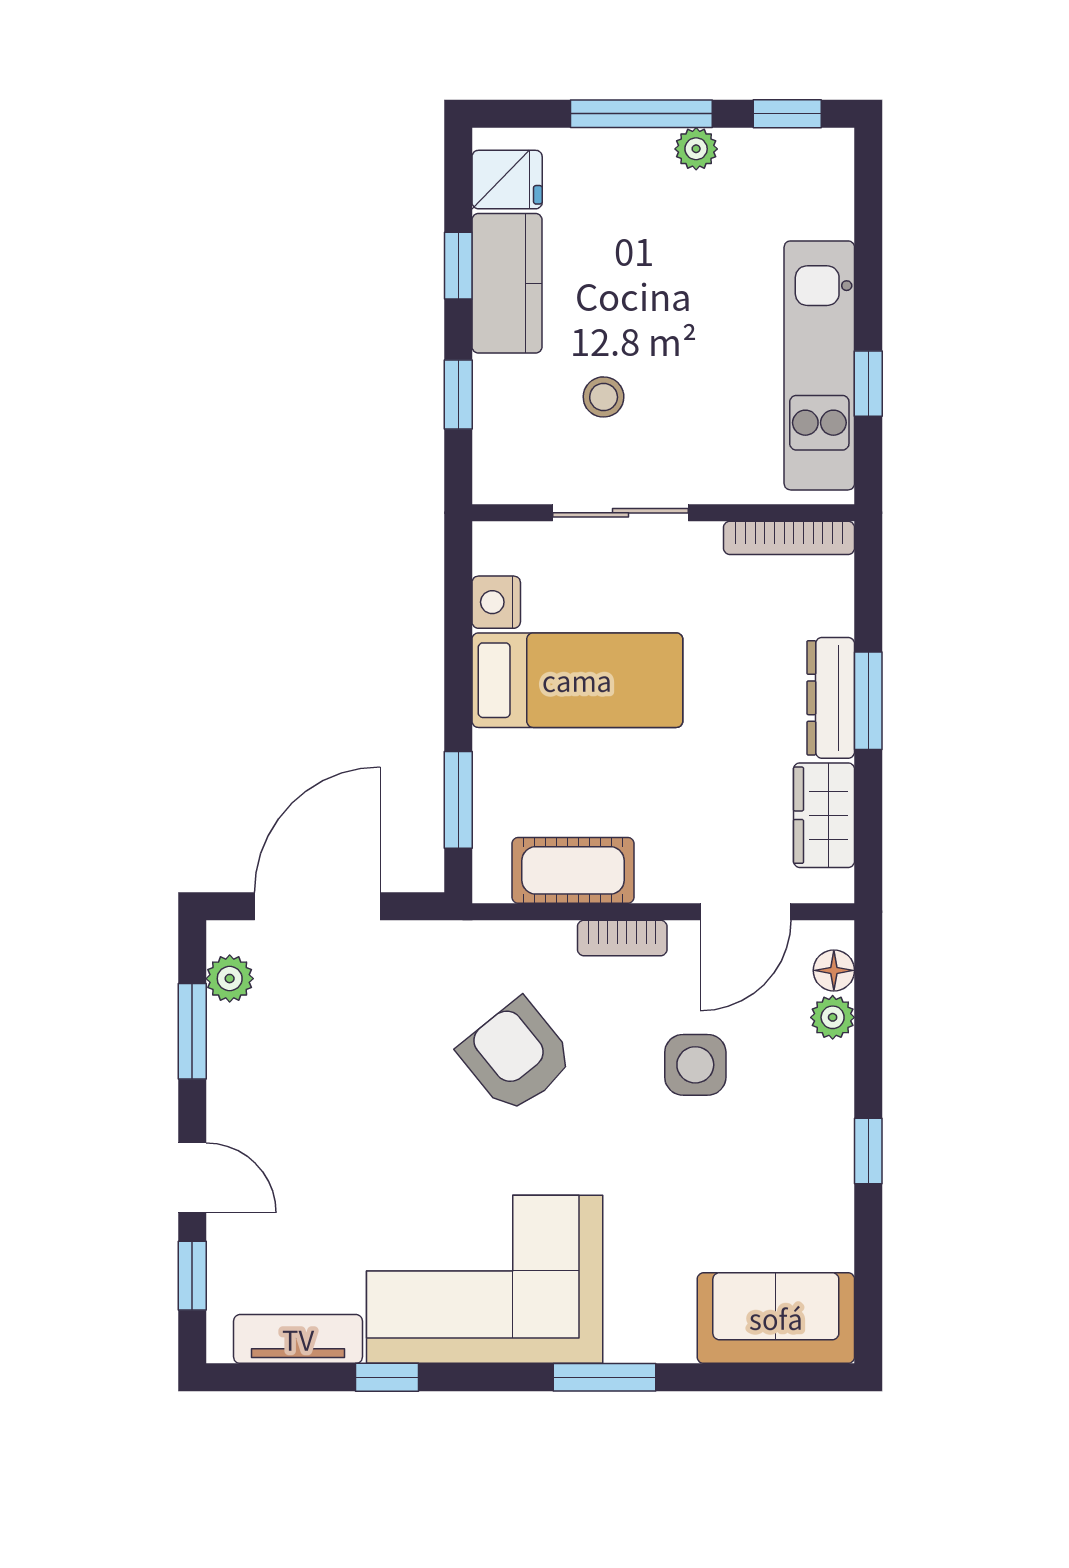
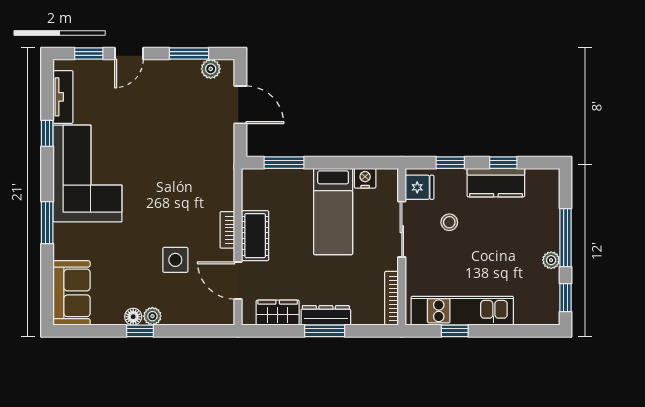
fridge: (507, 180) -> (420, 187), moved, turned -90
cot: (573, 870) -> (255, 236), moved
door: (317, 906) -> (240, 105), width x0.73
floor lamp: (834, 970) -> (133, 317), moved
plant: (833, 1017) -> (152, 316), moved
armchair: (516, 1056) -> (179, 186), removed

